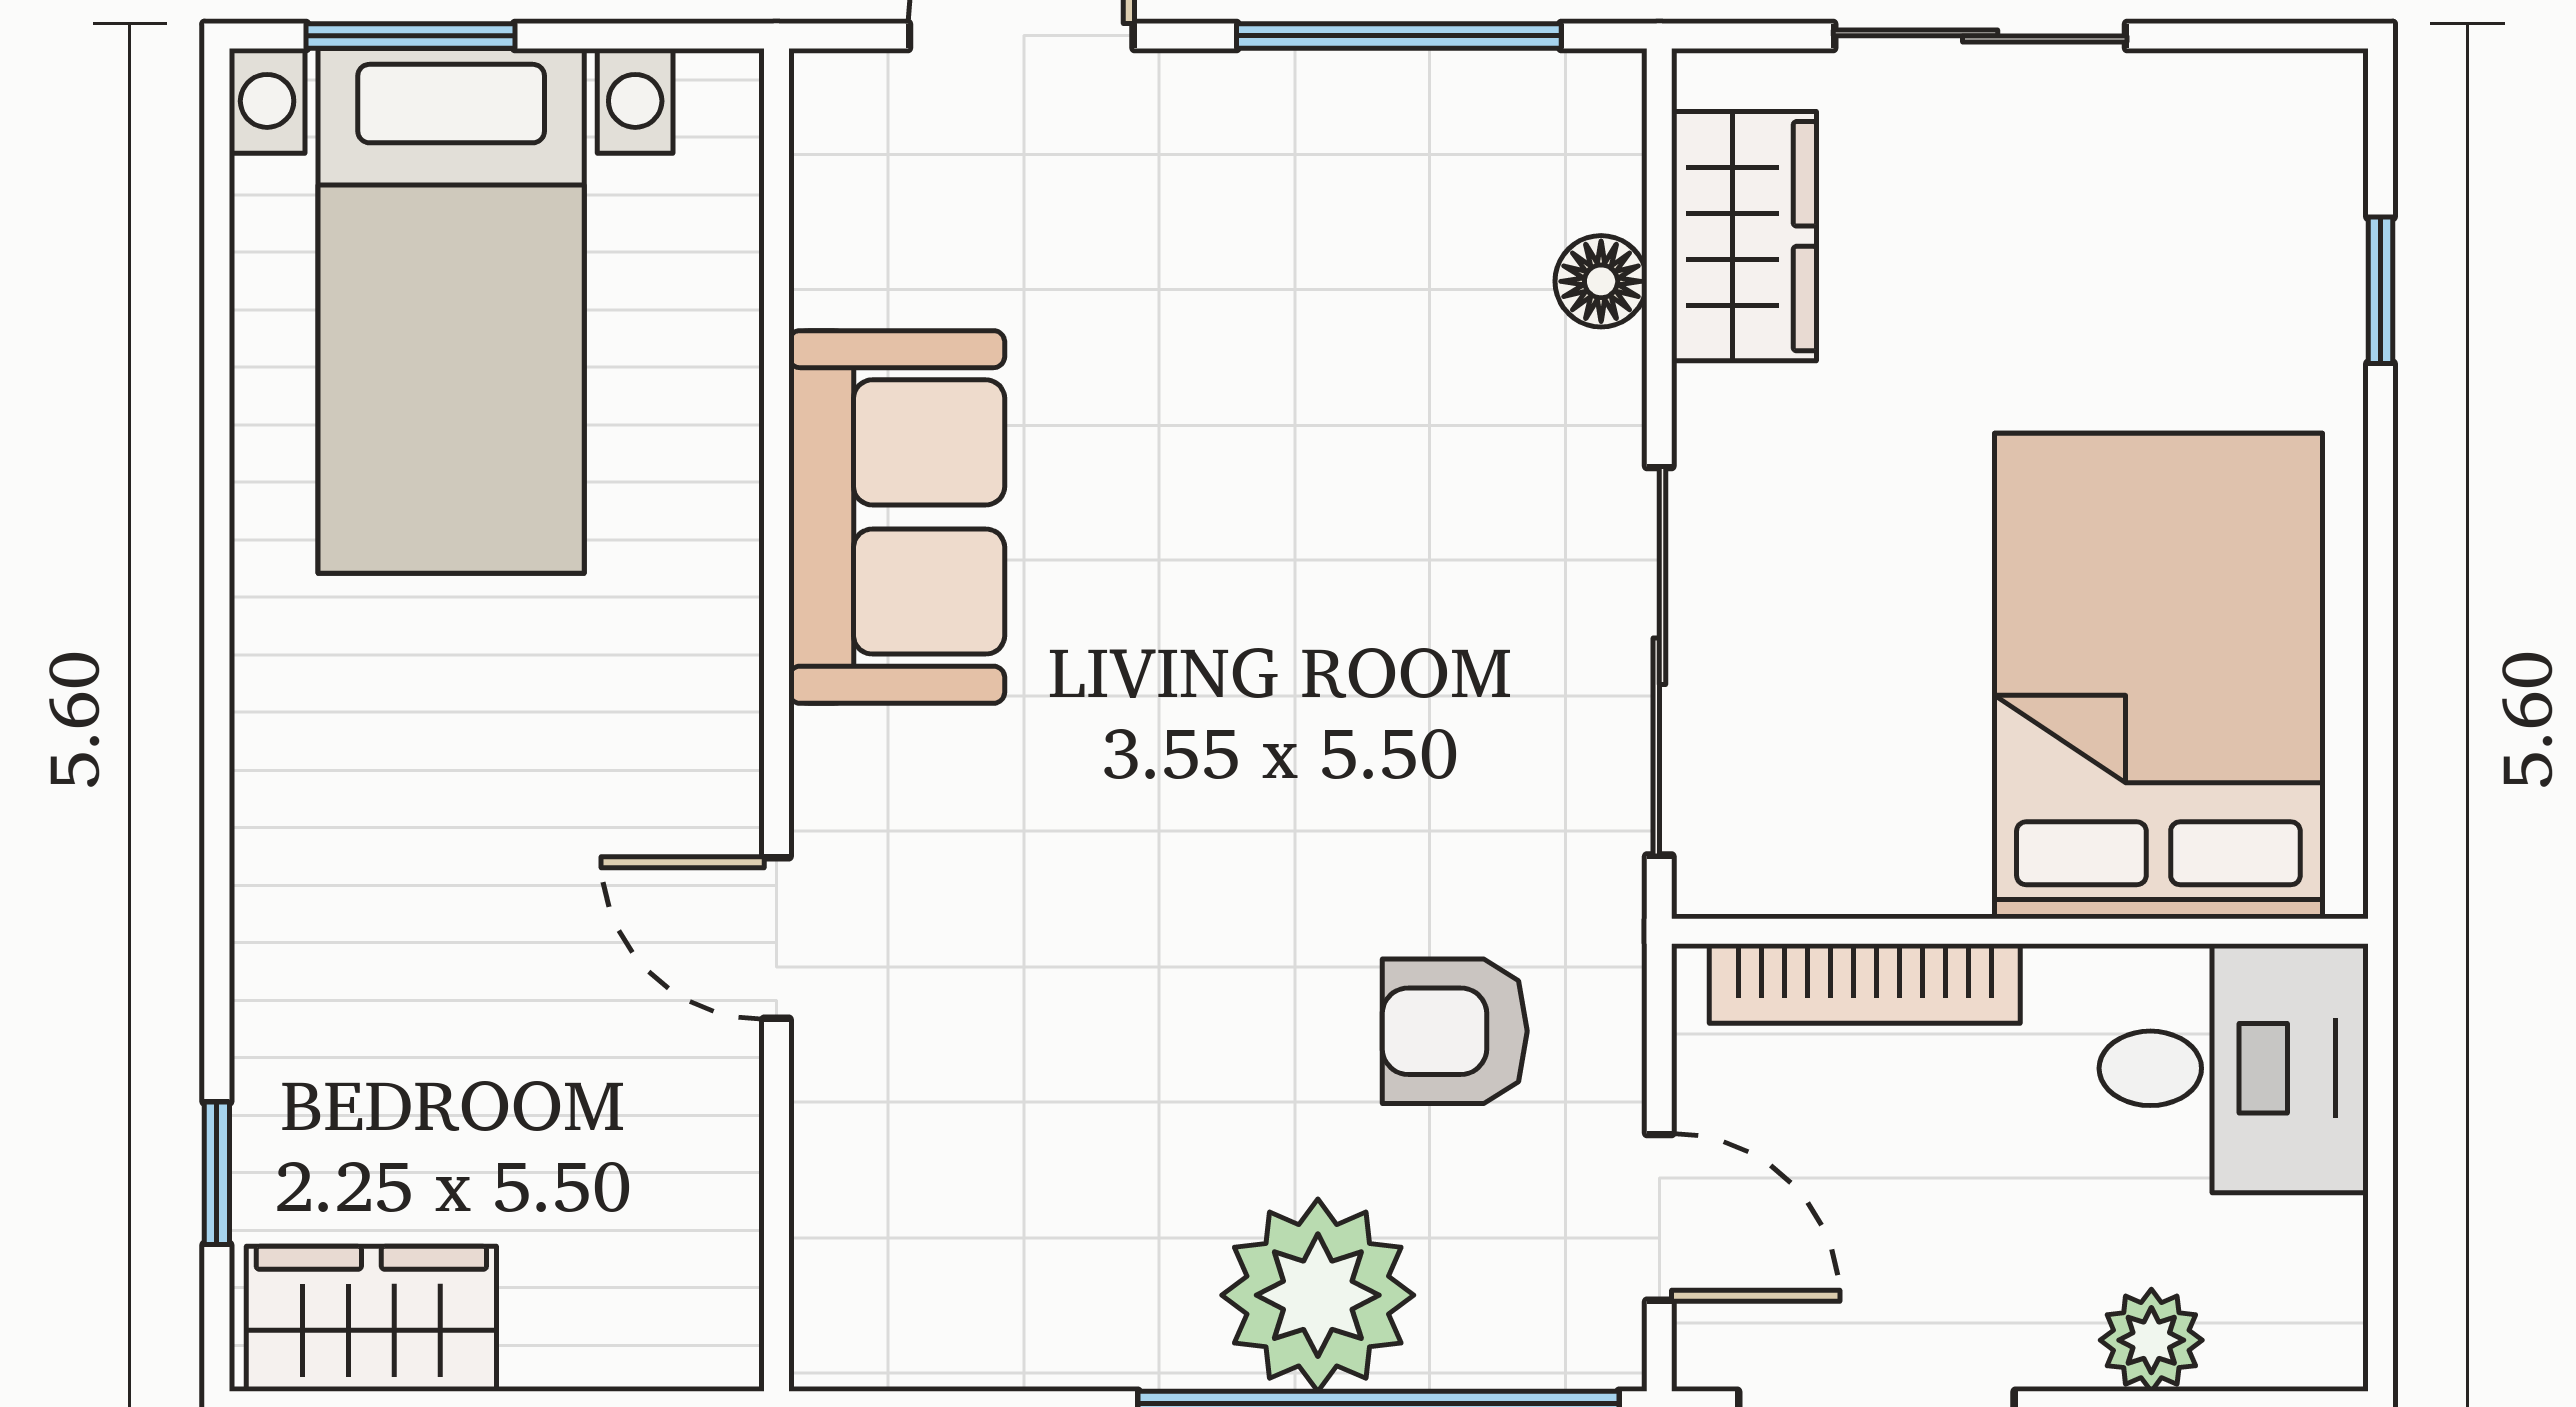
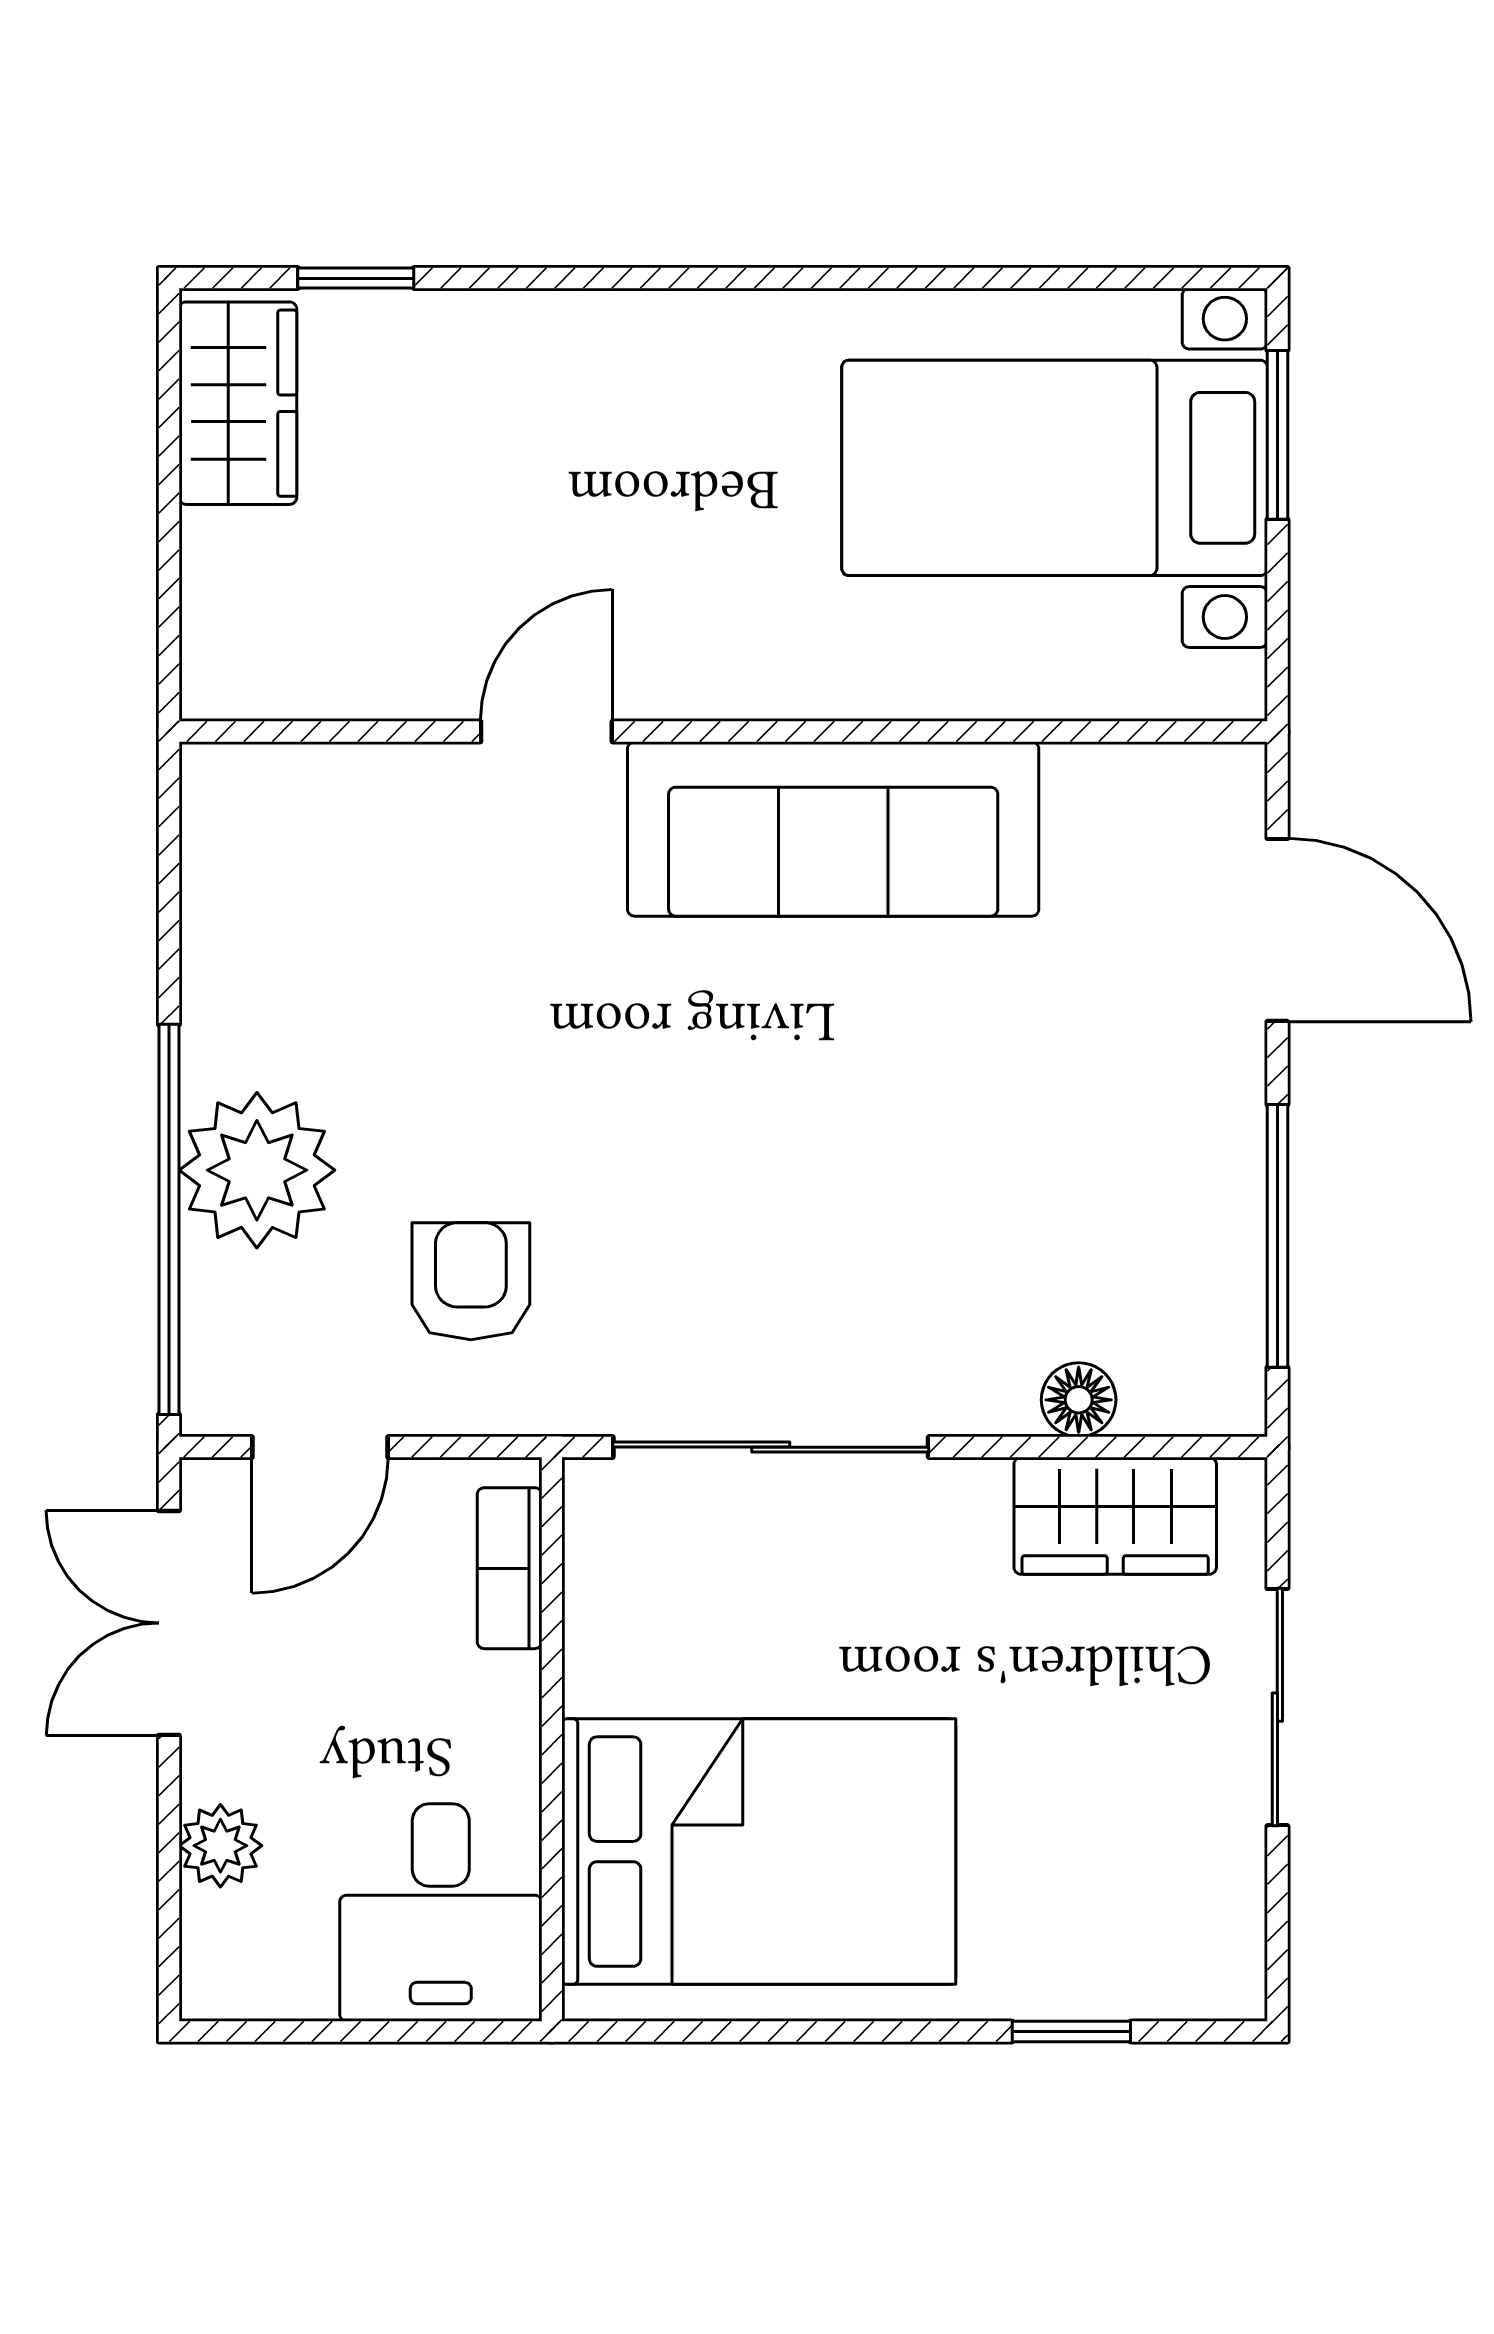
sofa: (897, 517) -> (833, 829), width x1.36
bookcase: (1865, 984) -> (510, 1568), width x0.64

